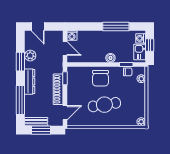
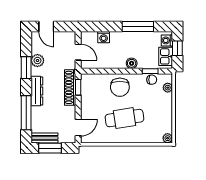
washing machine: (72, 36) -> (104, 37), moved
shoe rack: (58, 89) -> (70, 87), moved

